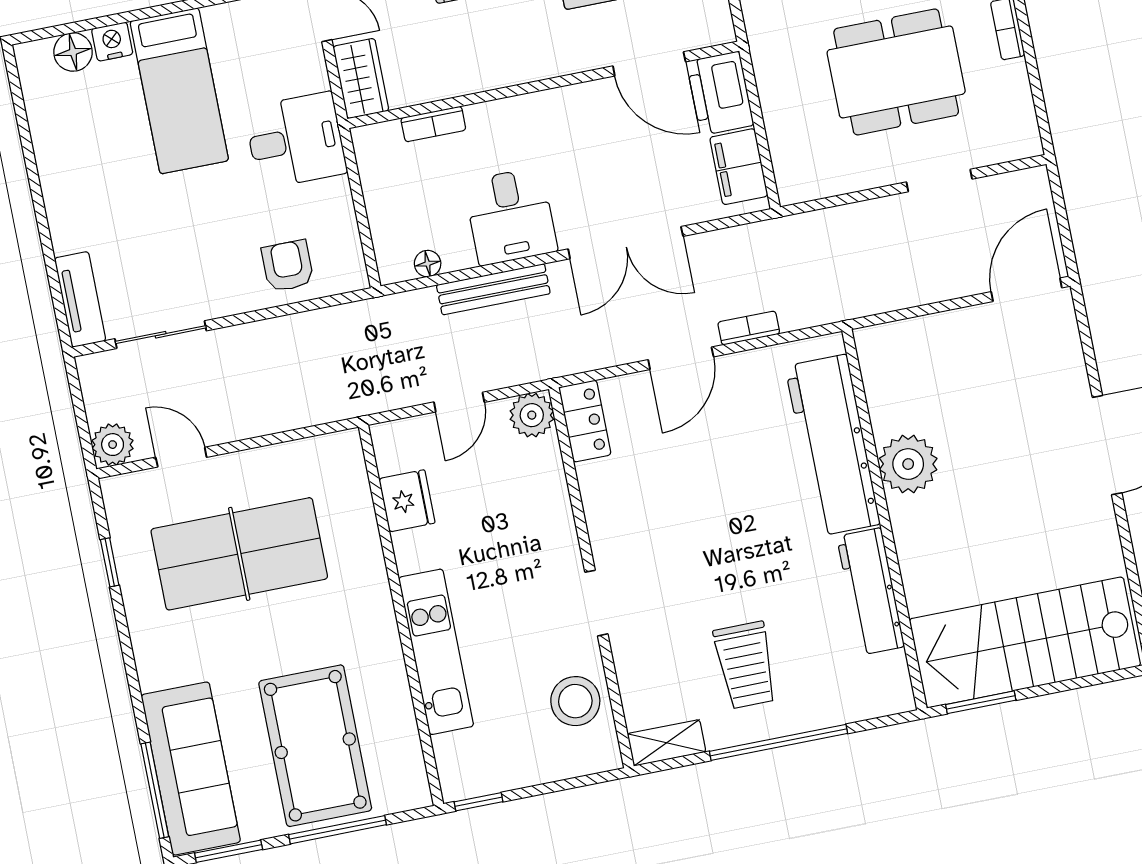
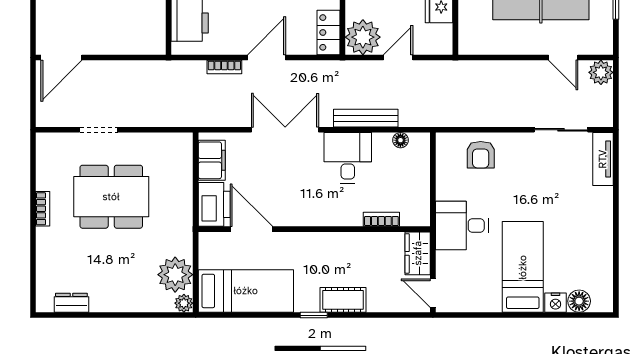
plant: (532, 415) -> (363, 37), width x1.36, depth x1.36

